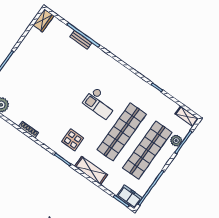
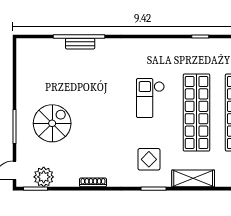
wardrobe: (43, 20) -> (24, 52), removed
spiral stairs: (29, 76) -> (52, 123), added
checkout: (100, 103) -> (150, 98), turned 90

